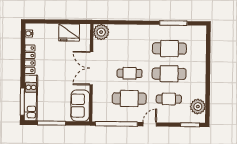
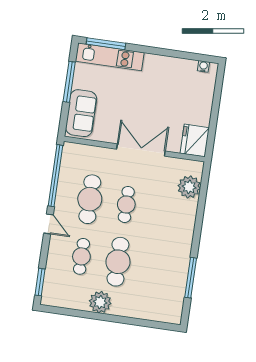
fridge: (69, 32) -> (195, 140), moved
plant: (101, 32) -> (189, 187), moved
cafe table: (169, 49) -> (154, 267), removed
locker: (30, 59) -> (166, 63), removed
sofa: (80, 106) -> (81, 113), moved, turned 90
plant: (198, 107) -> (100, 302), moved

